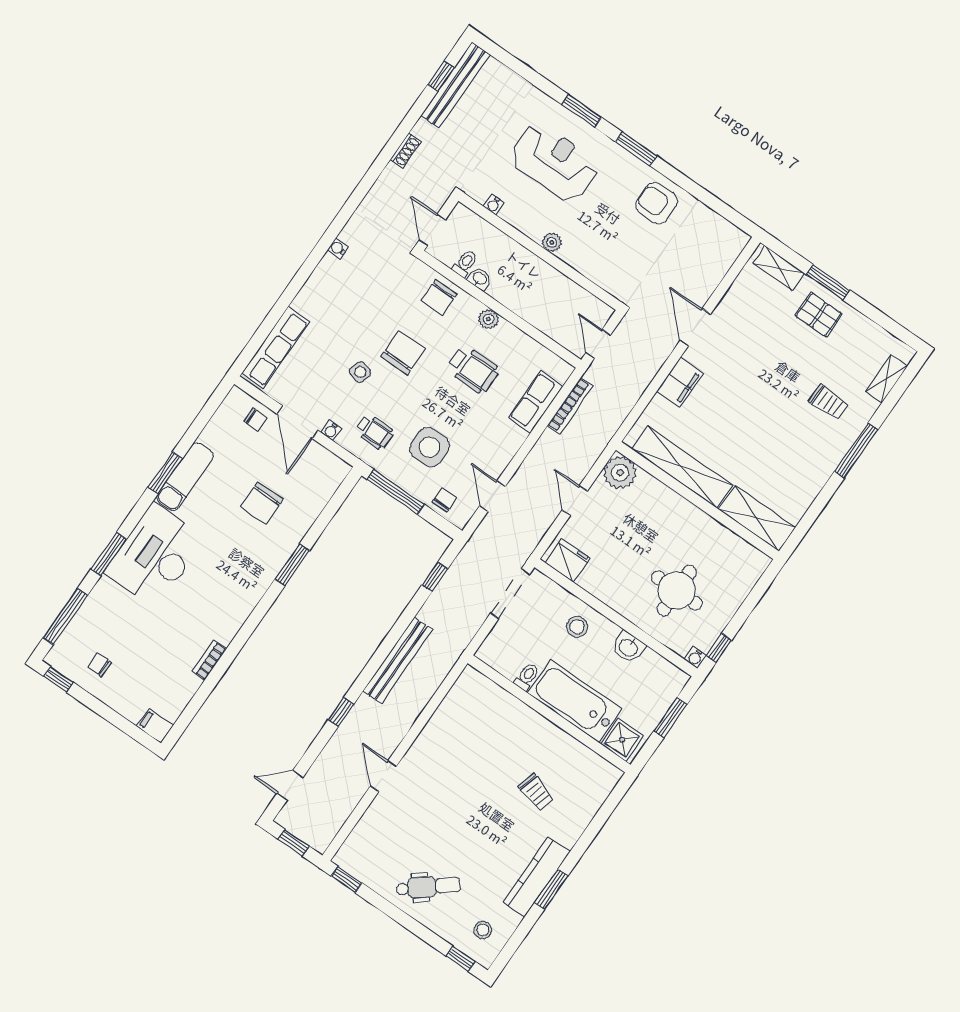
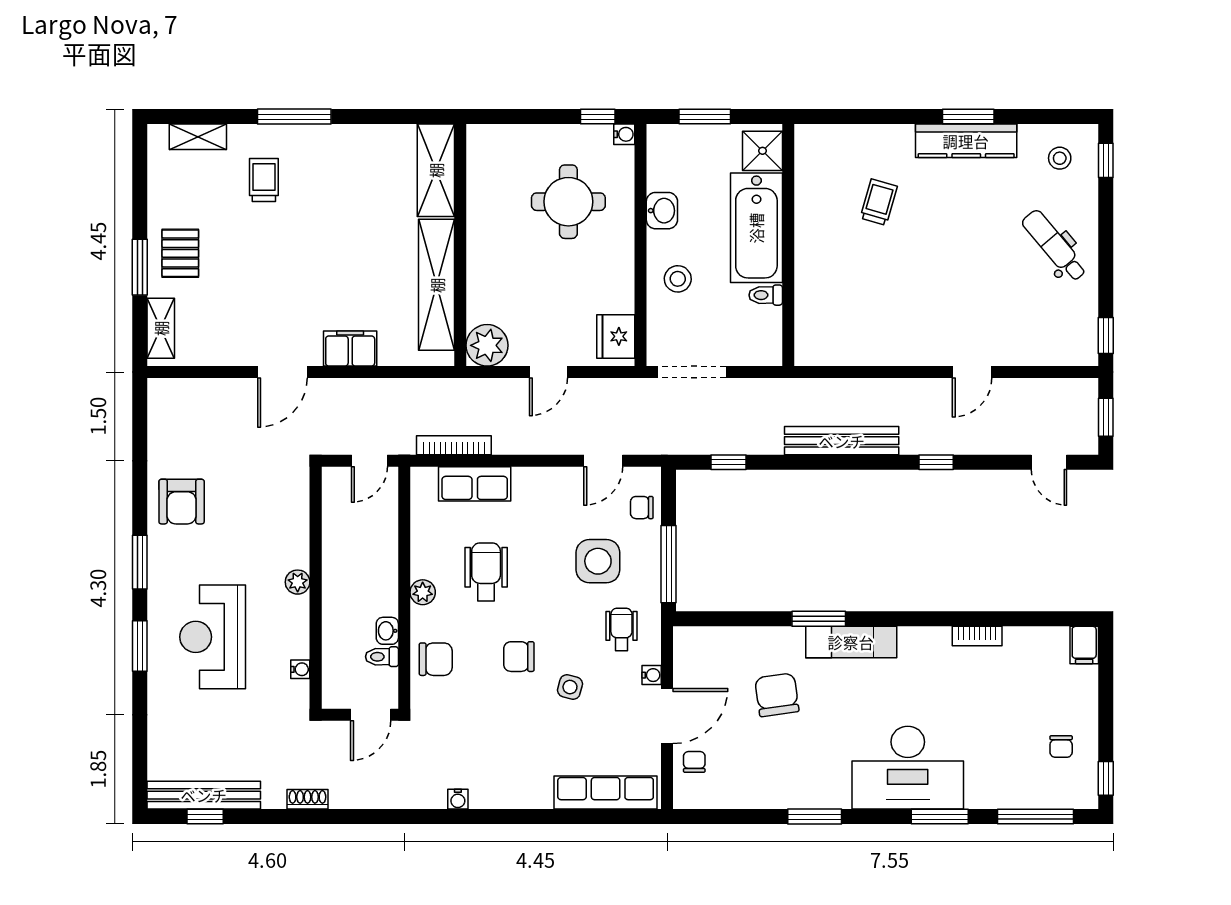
chair: (403, 353) -> (519, 657), width x0.73, depth x0.73
exam couch: (185, 477) -> (851, 642), moved, turned 180
chair: (262, 503) -> (777, 695), turned -98

